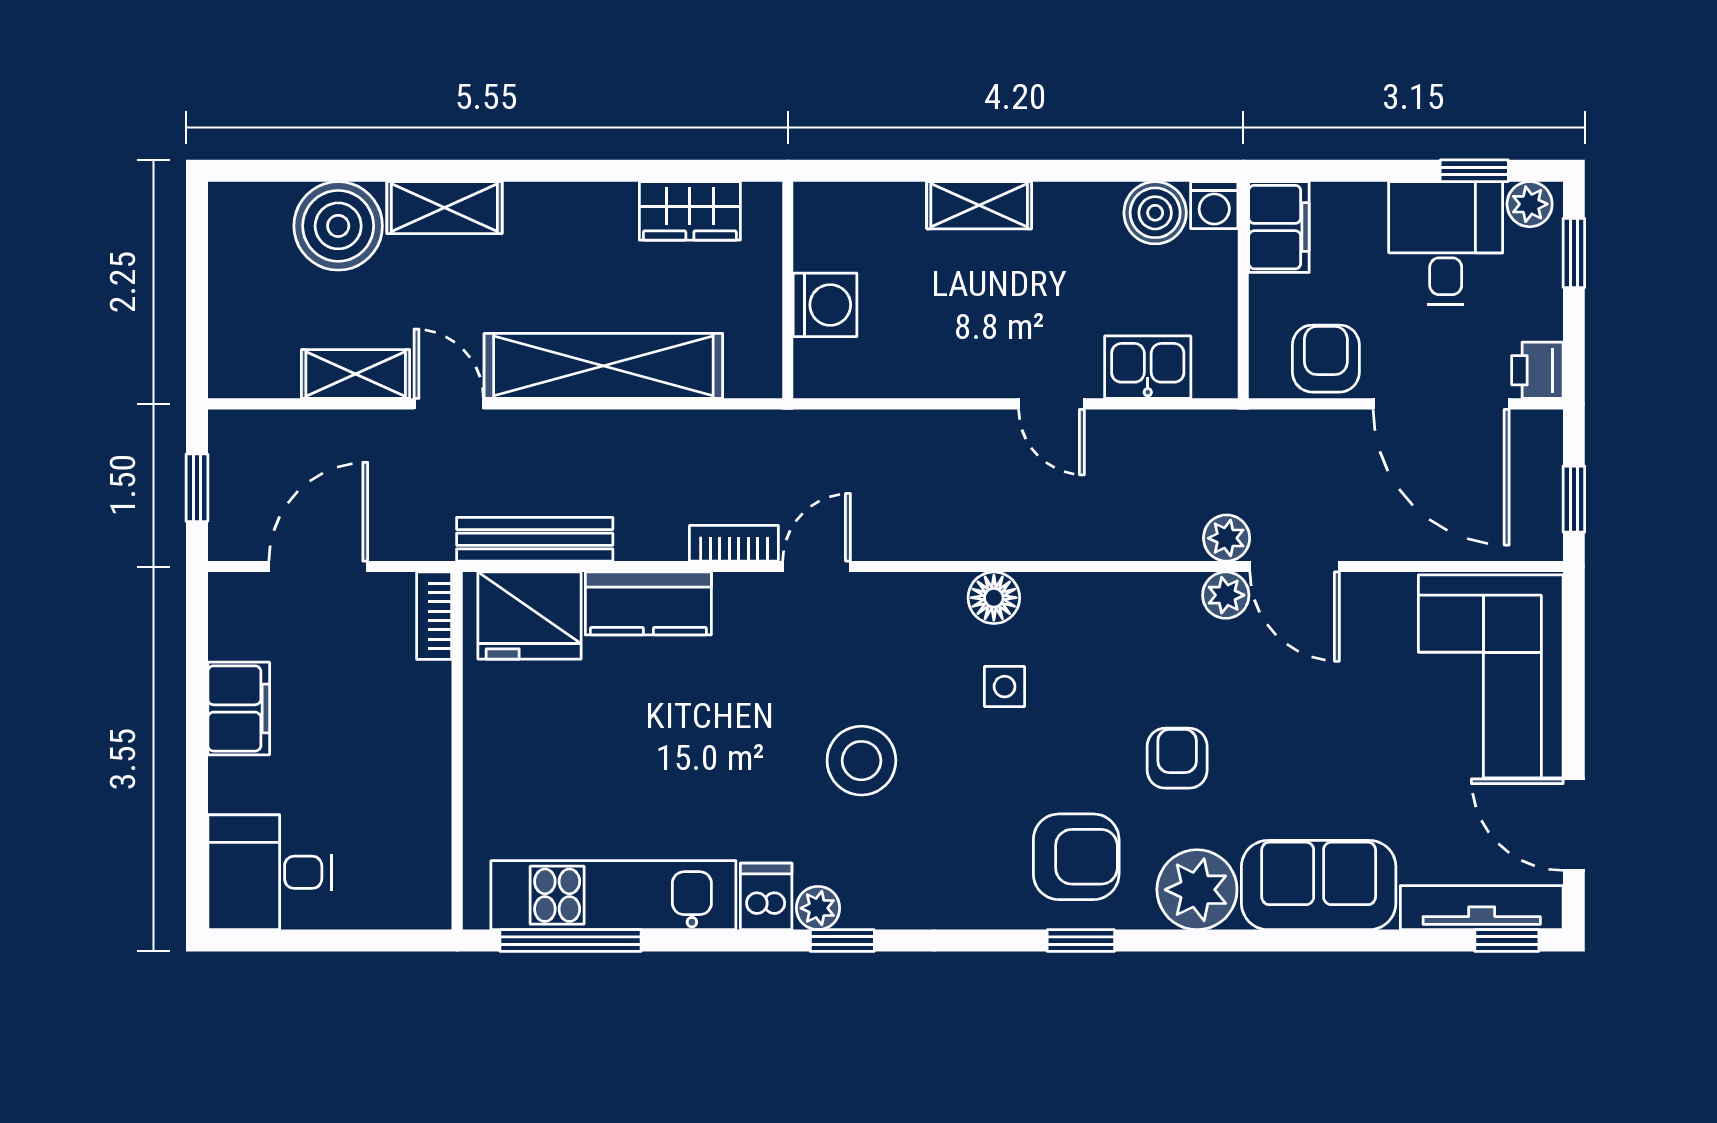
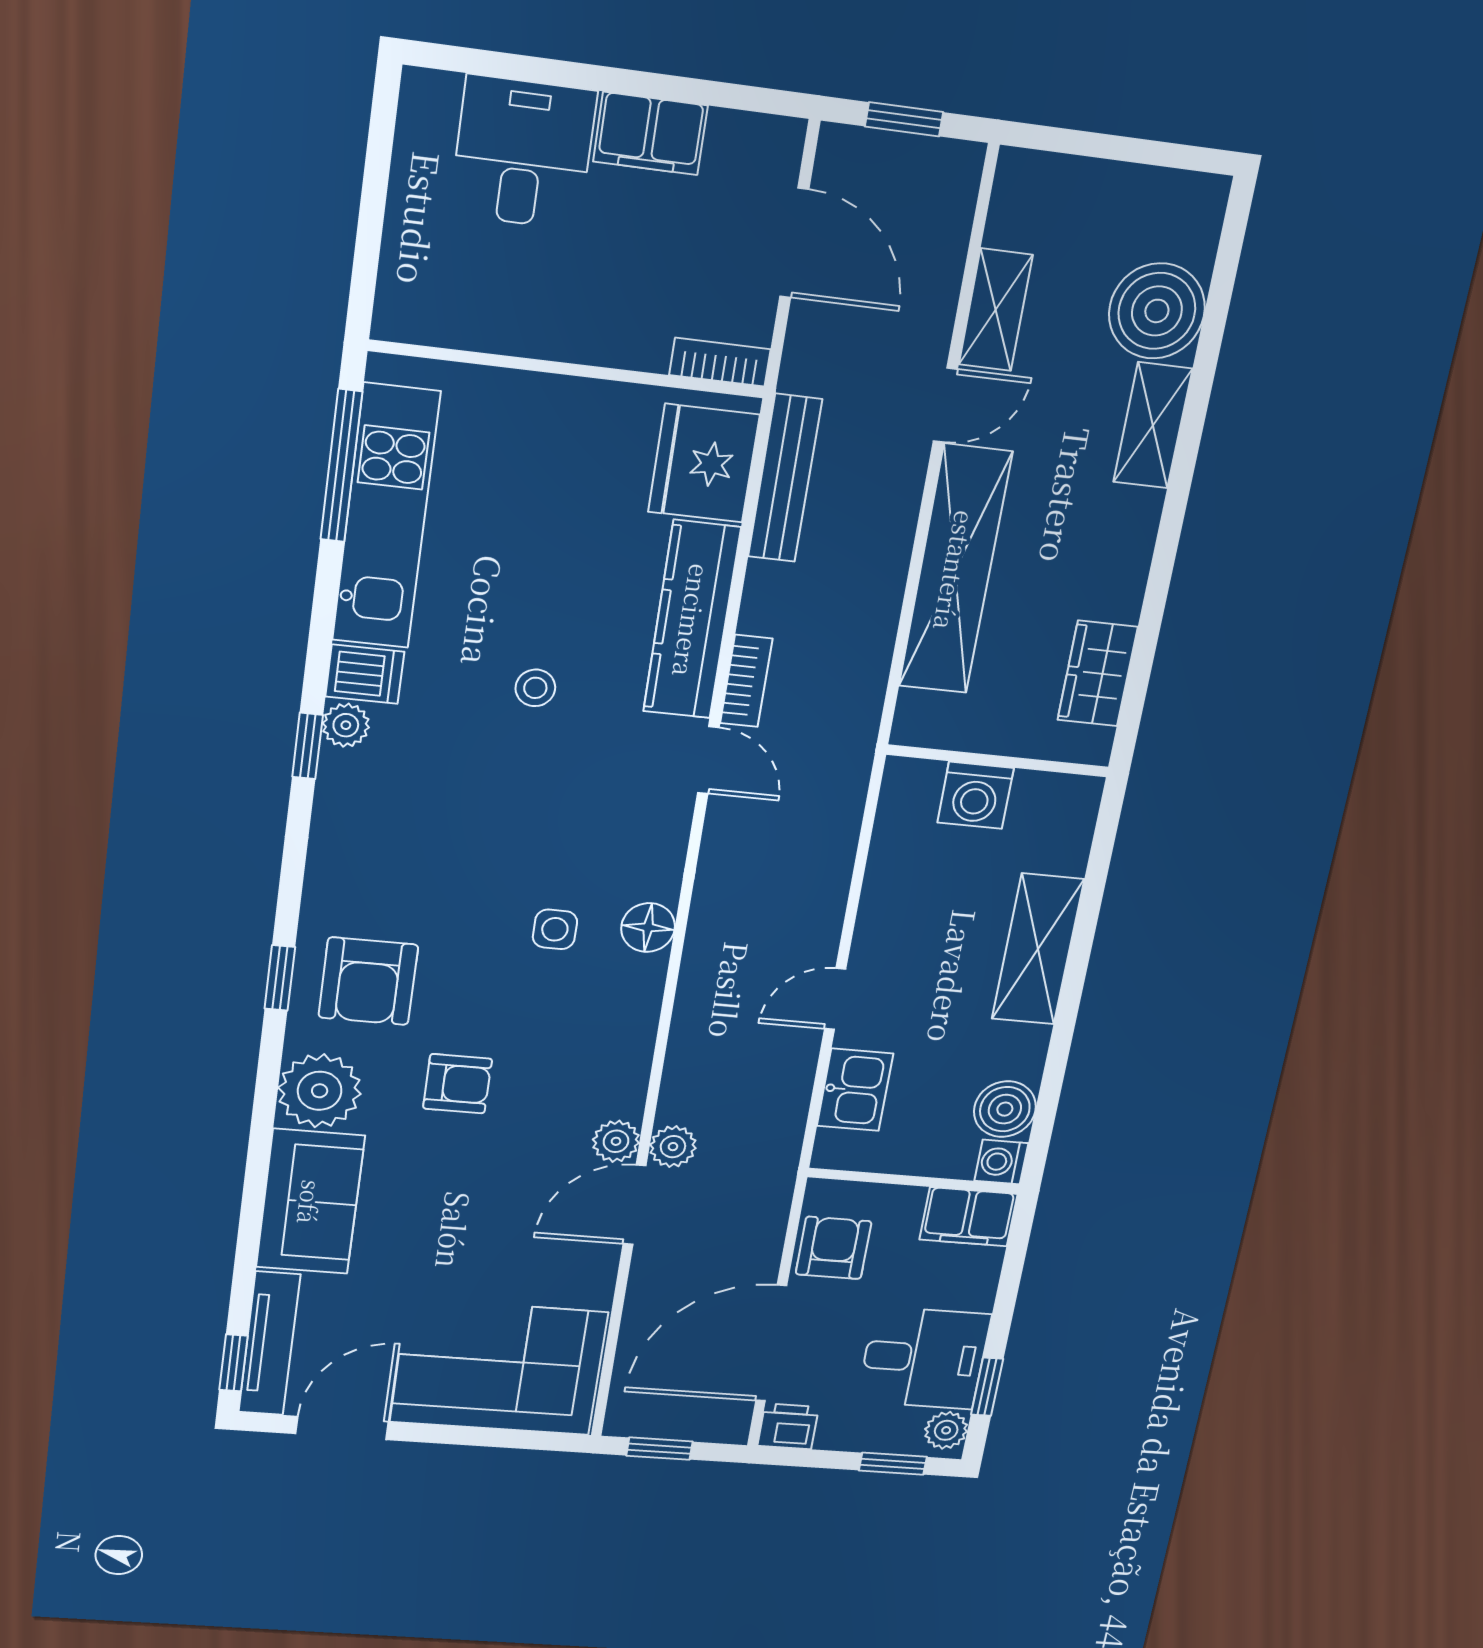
shelving: (979, 205) -> (1038, 949), width x1.50, depth x1.33
armchair: (1326, 359) -> (834, 1248), turned -90
kitchen counter: (648, 603) -> (692, 620), width x1.50
stool: (861, 761) -> (535, 688), moved, width x0.53, depth x0.53
desk: (270, 872) -> (523, 153), moved

